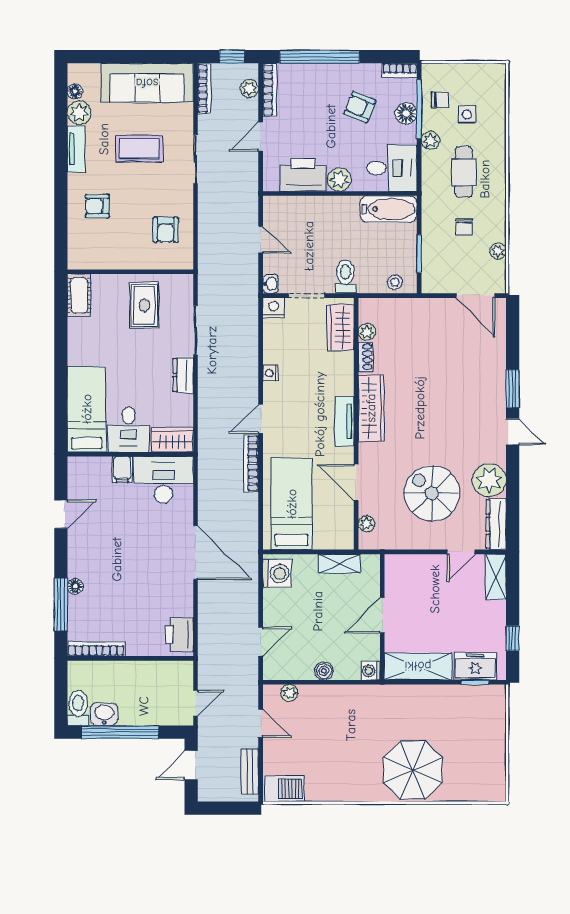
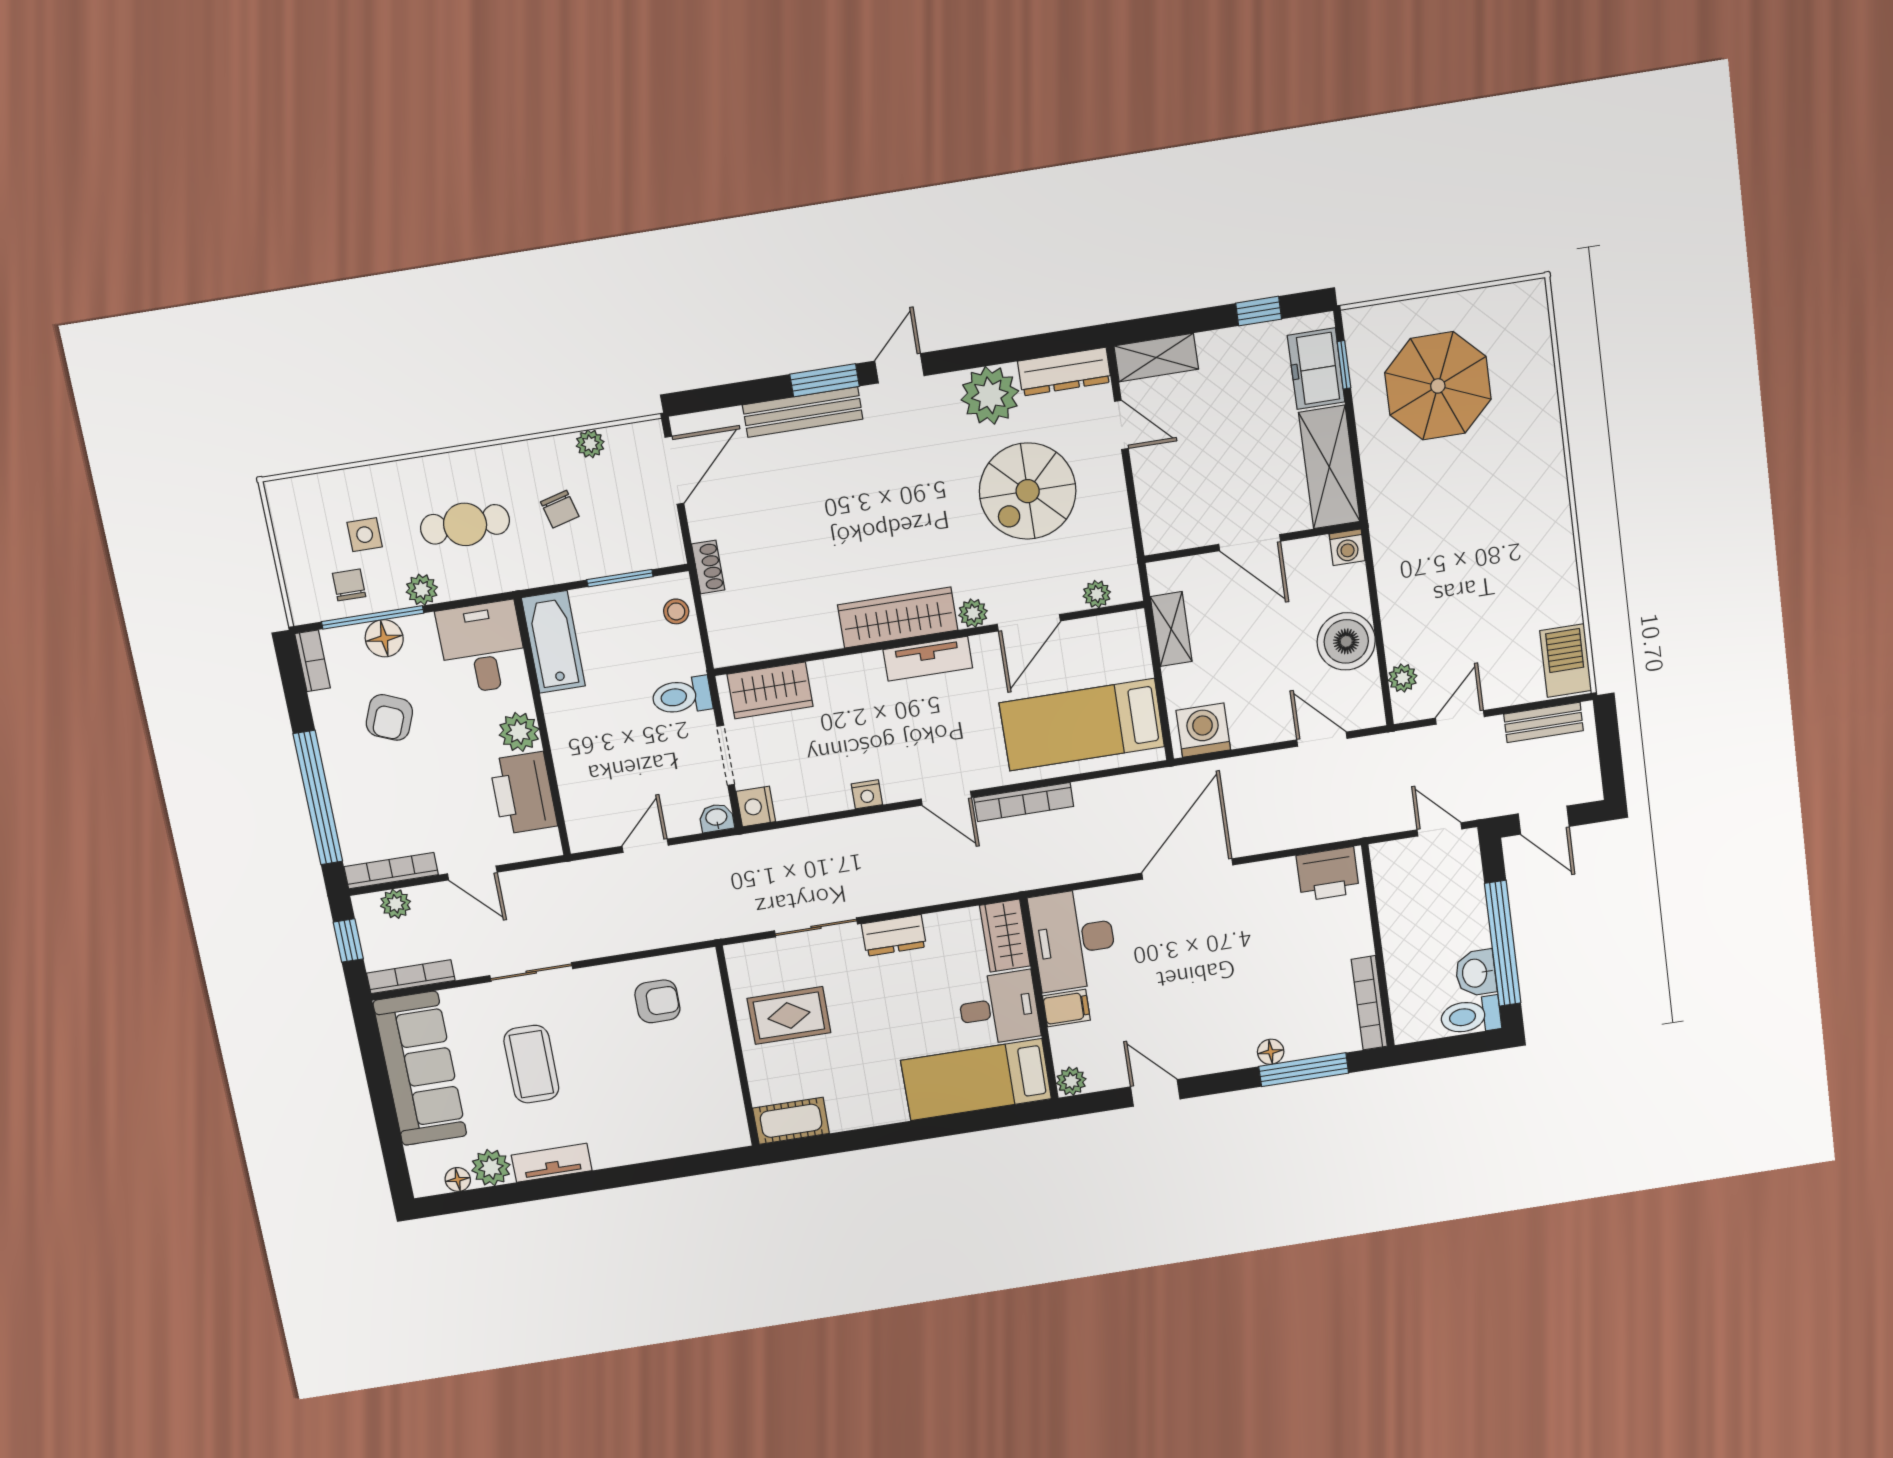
armchair: (97, 206) -> (639, 1115), removed
chair: (464, 227) -> (560, 509), turned 75
plant: (367, 332) -> (973, 613), moved
shoe rack: (365, 357) -> (708, 567), moved, turned 90
bench: (497, 373) -> (803, 412), added
plant: (76, 465) -> (1071, 1081), added
boiler: (324, 671) -> (1346, 641), width x1.86, depth x1.86
parasol: (413, 770) -> (1438, 386), moved

